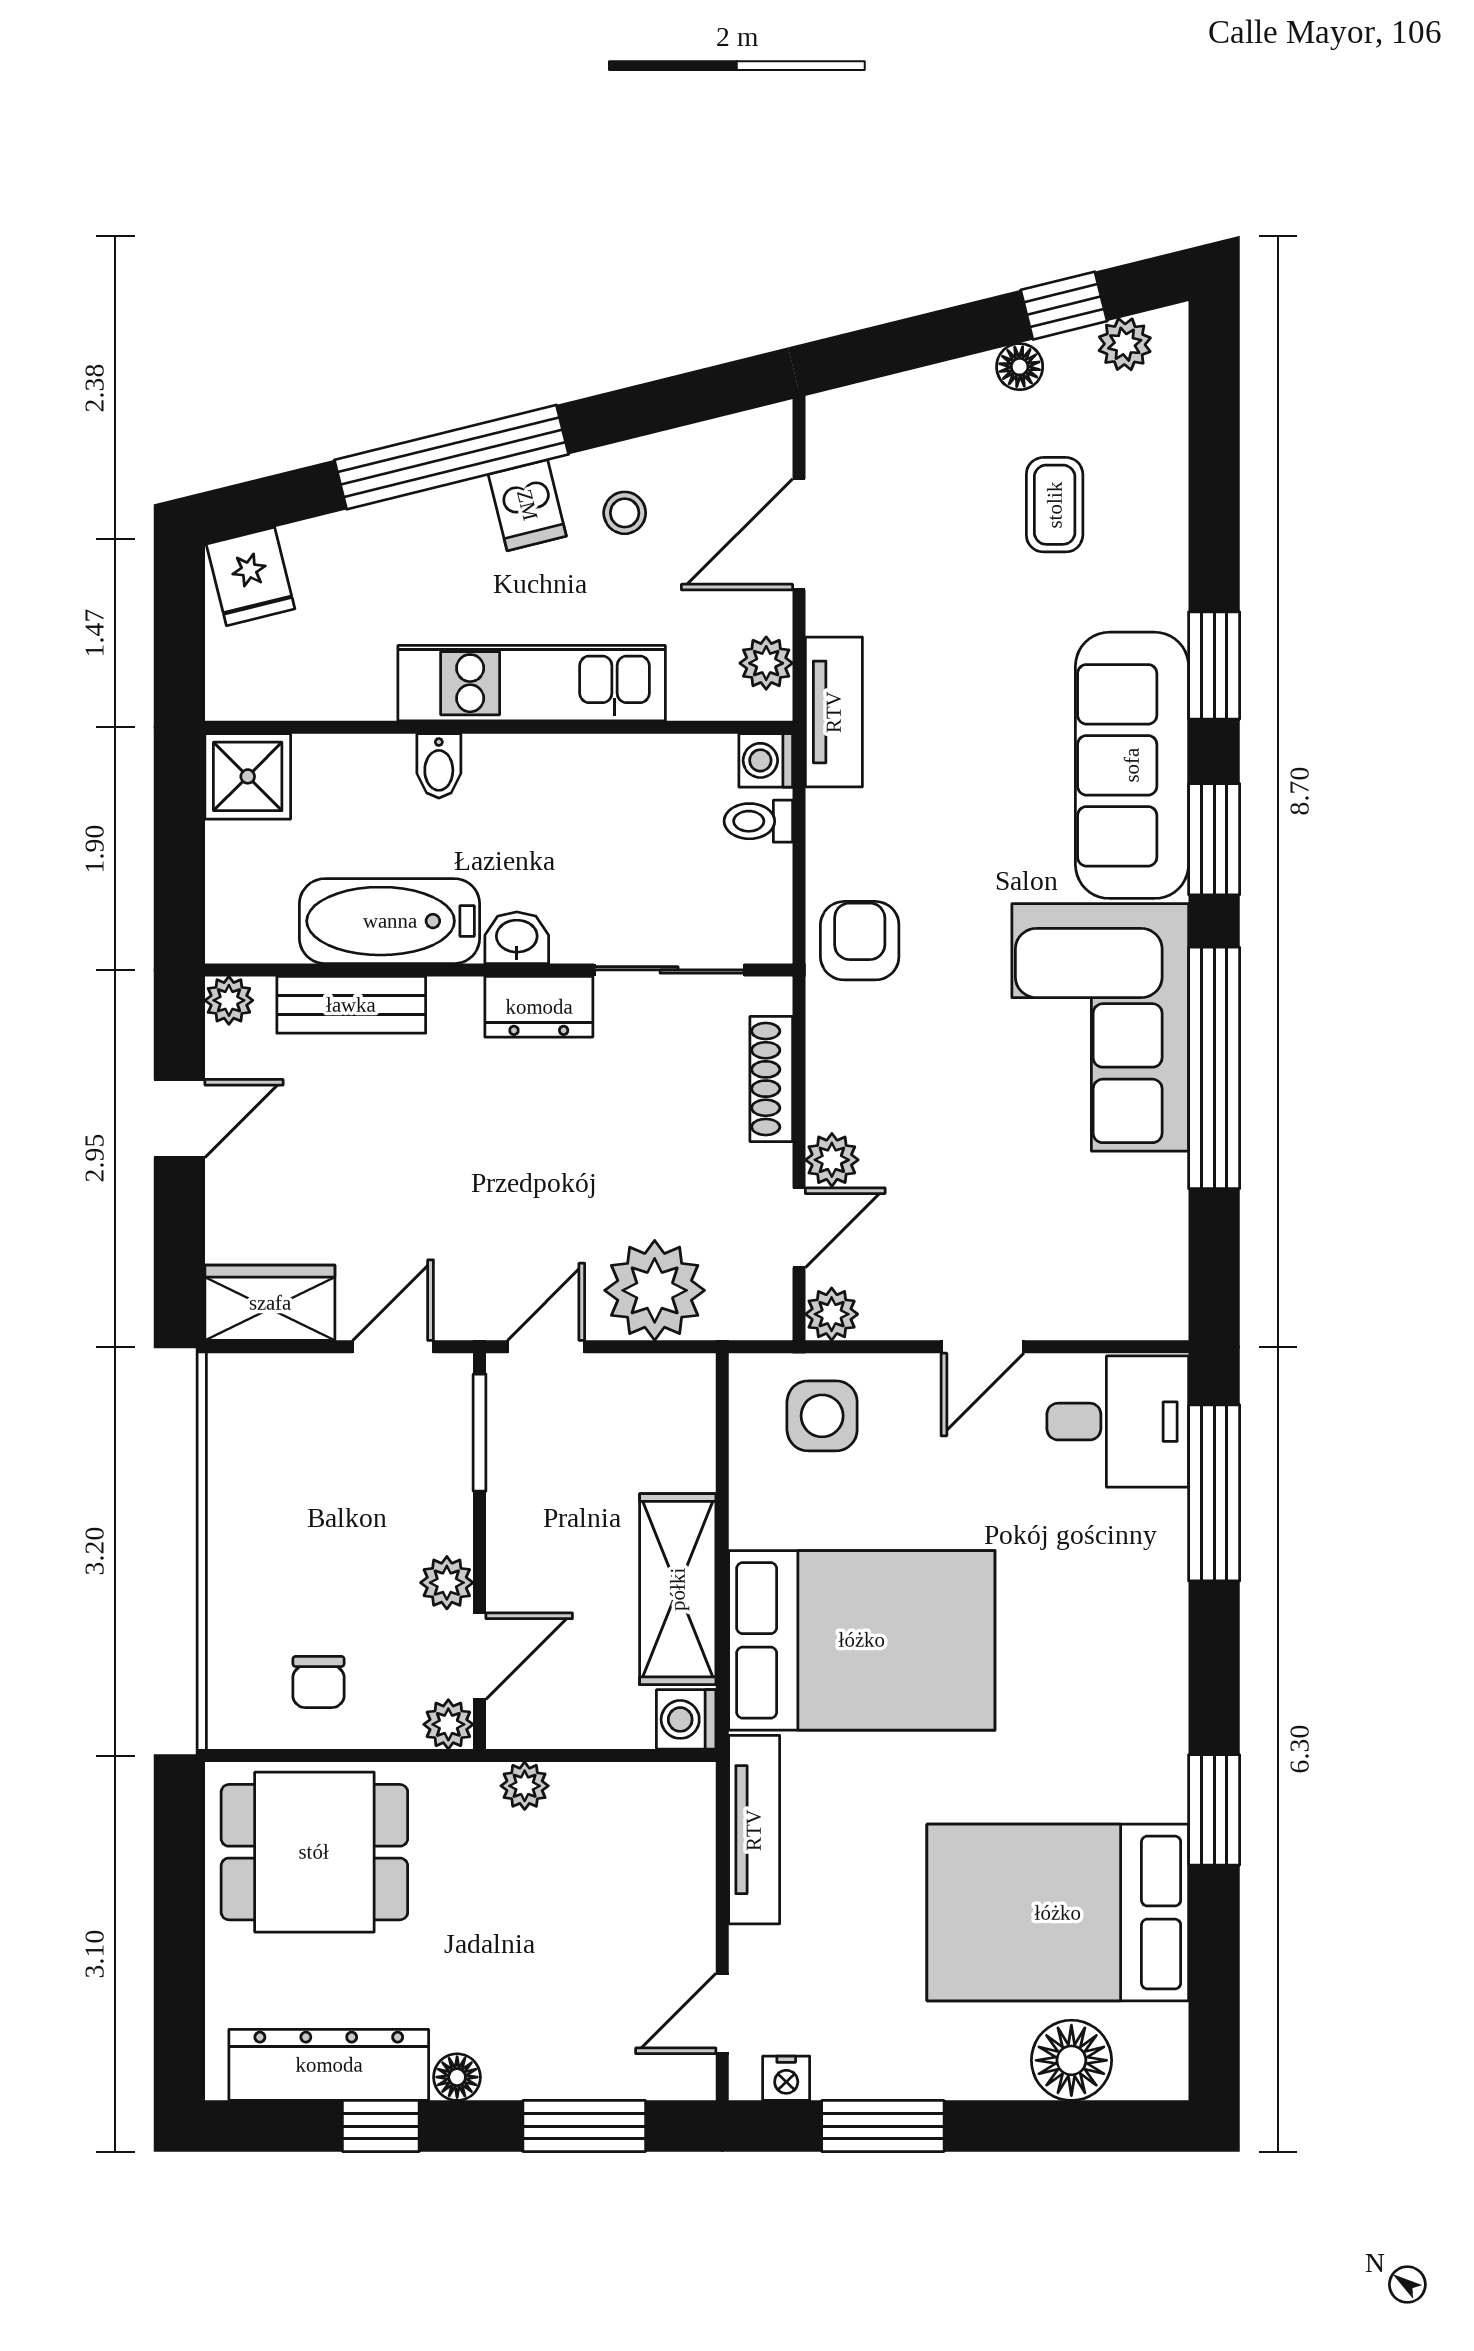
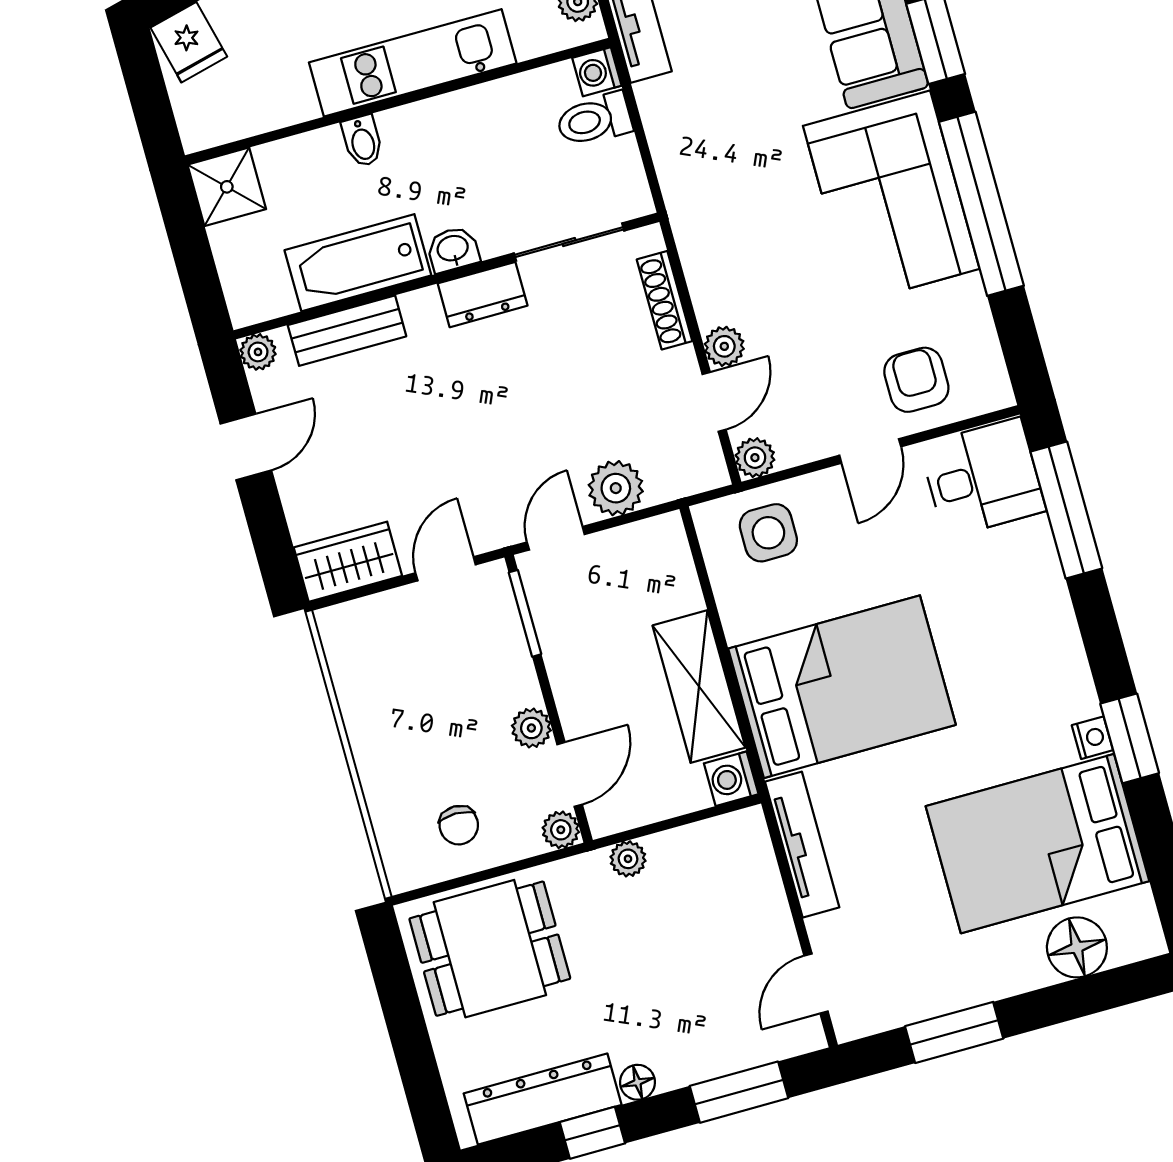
toilet: (758, 821) -> (594, 120), width x1.37, depth x1.39
armchair: (860, 941) -> (916, 380), moved
plant: (655, 1290) -> (616, 488), width x0.73, depth x0.73
nightstand: (786, 2078) -> (1092, 738), moved, turned -90

